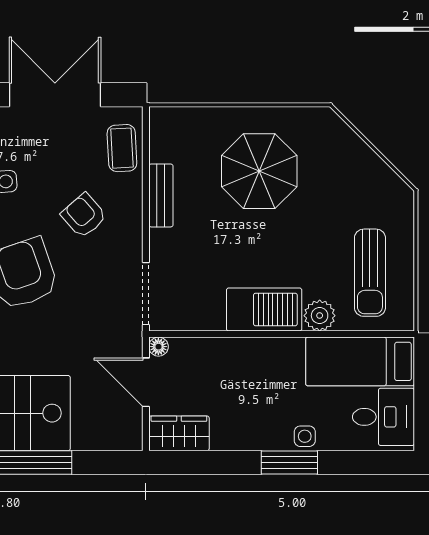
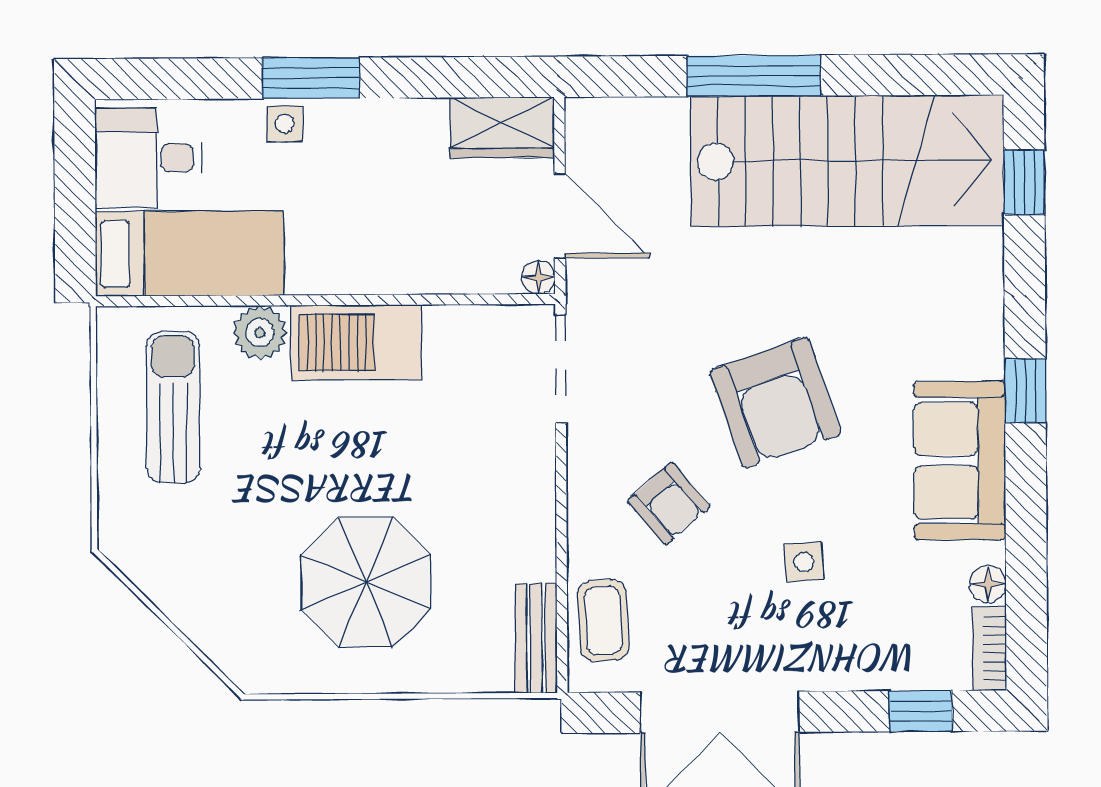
bench: (161, 195) -> (536, 638), moved

